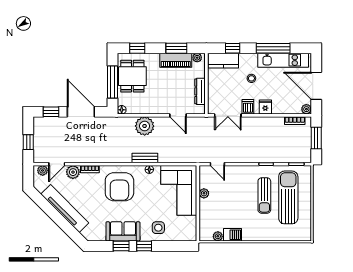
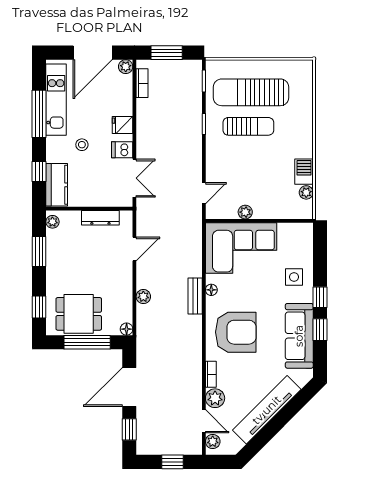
piano: (176, 60) -> (56, 252), removed
plant: (145, 126) -> (143, 297), width x0.53, depth x0.53
sofa: (123, 231) -> (299, 336), width x1.36

